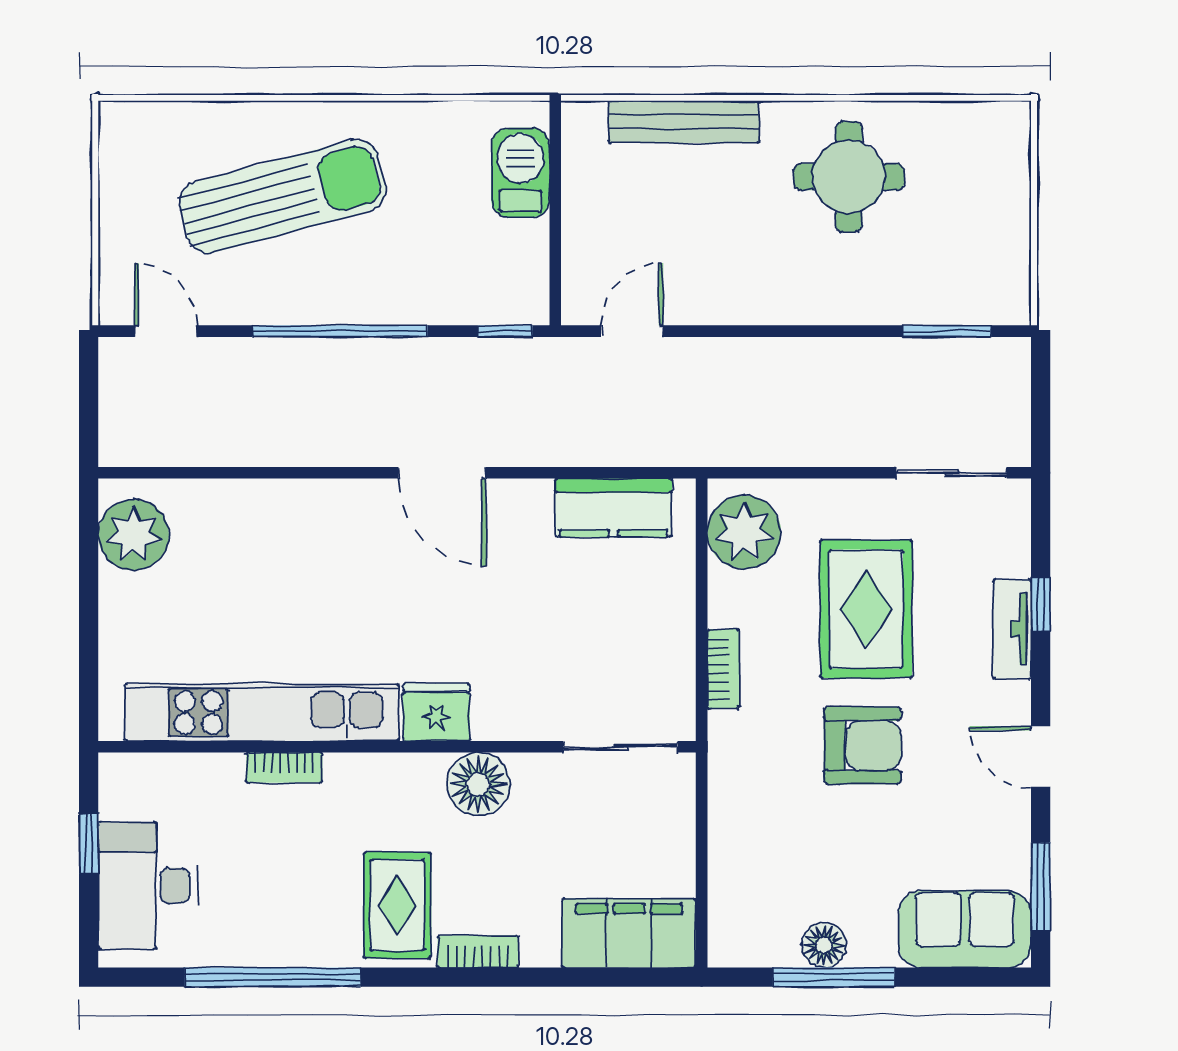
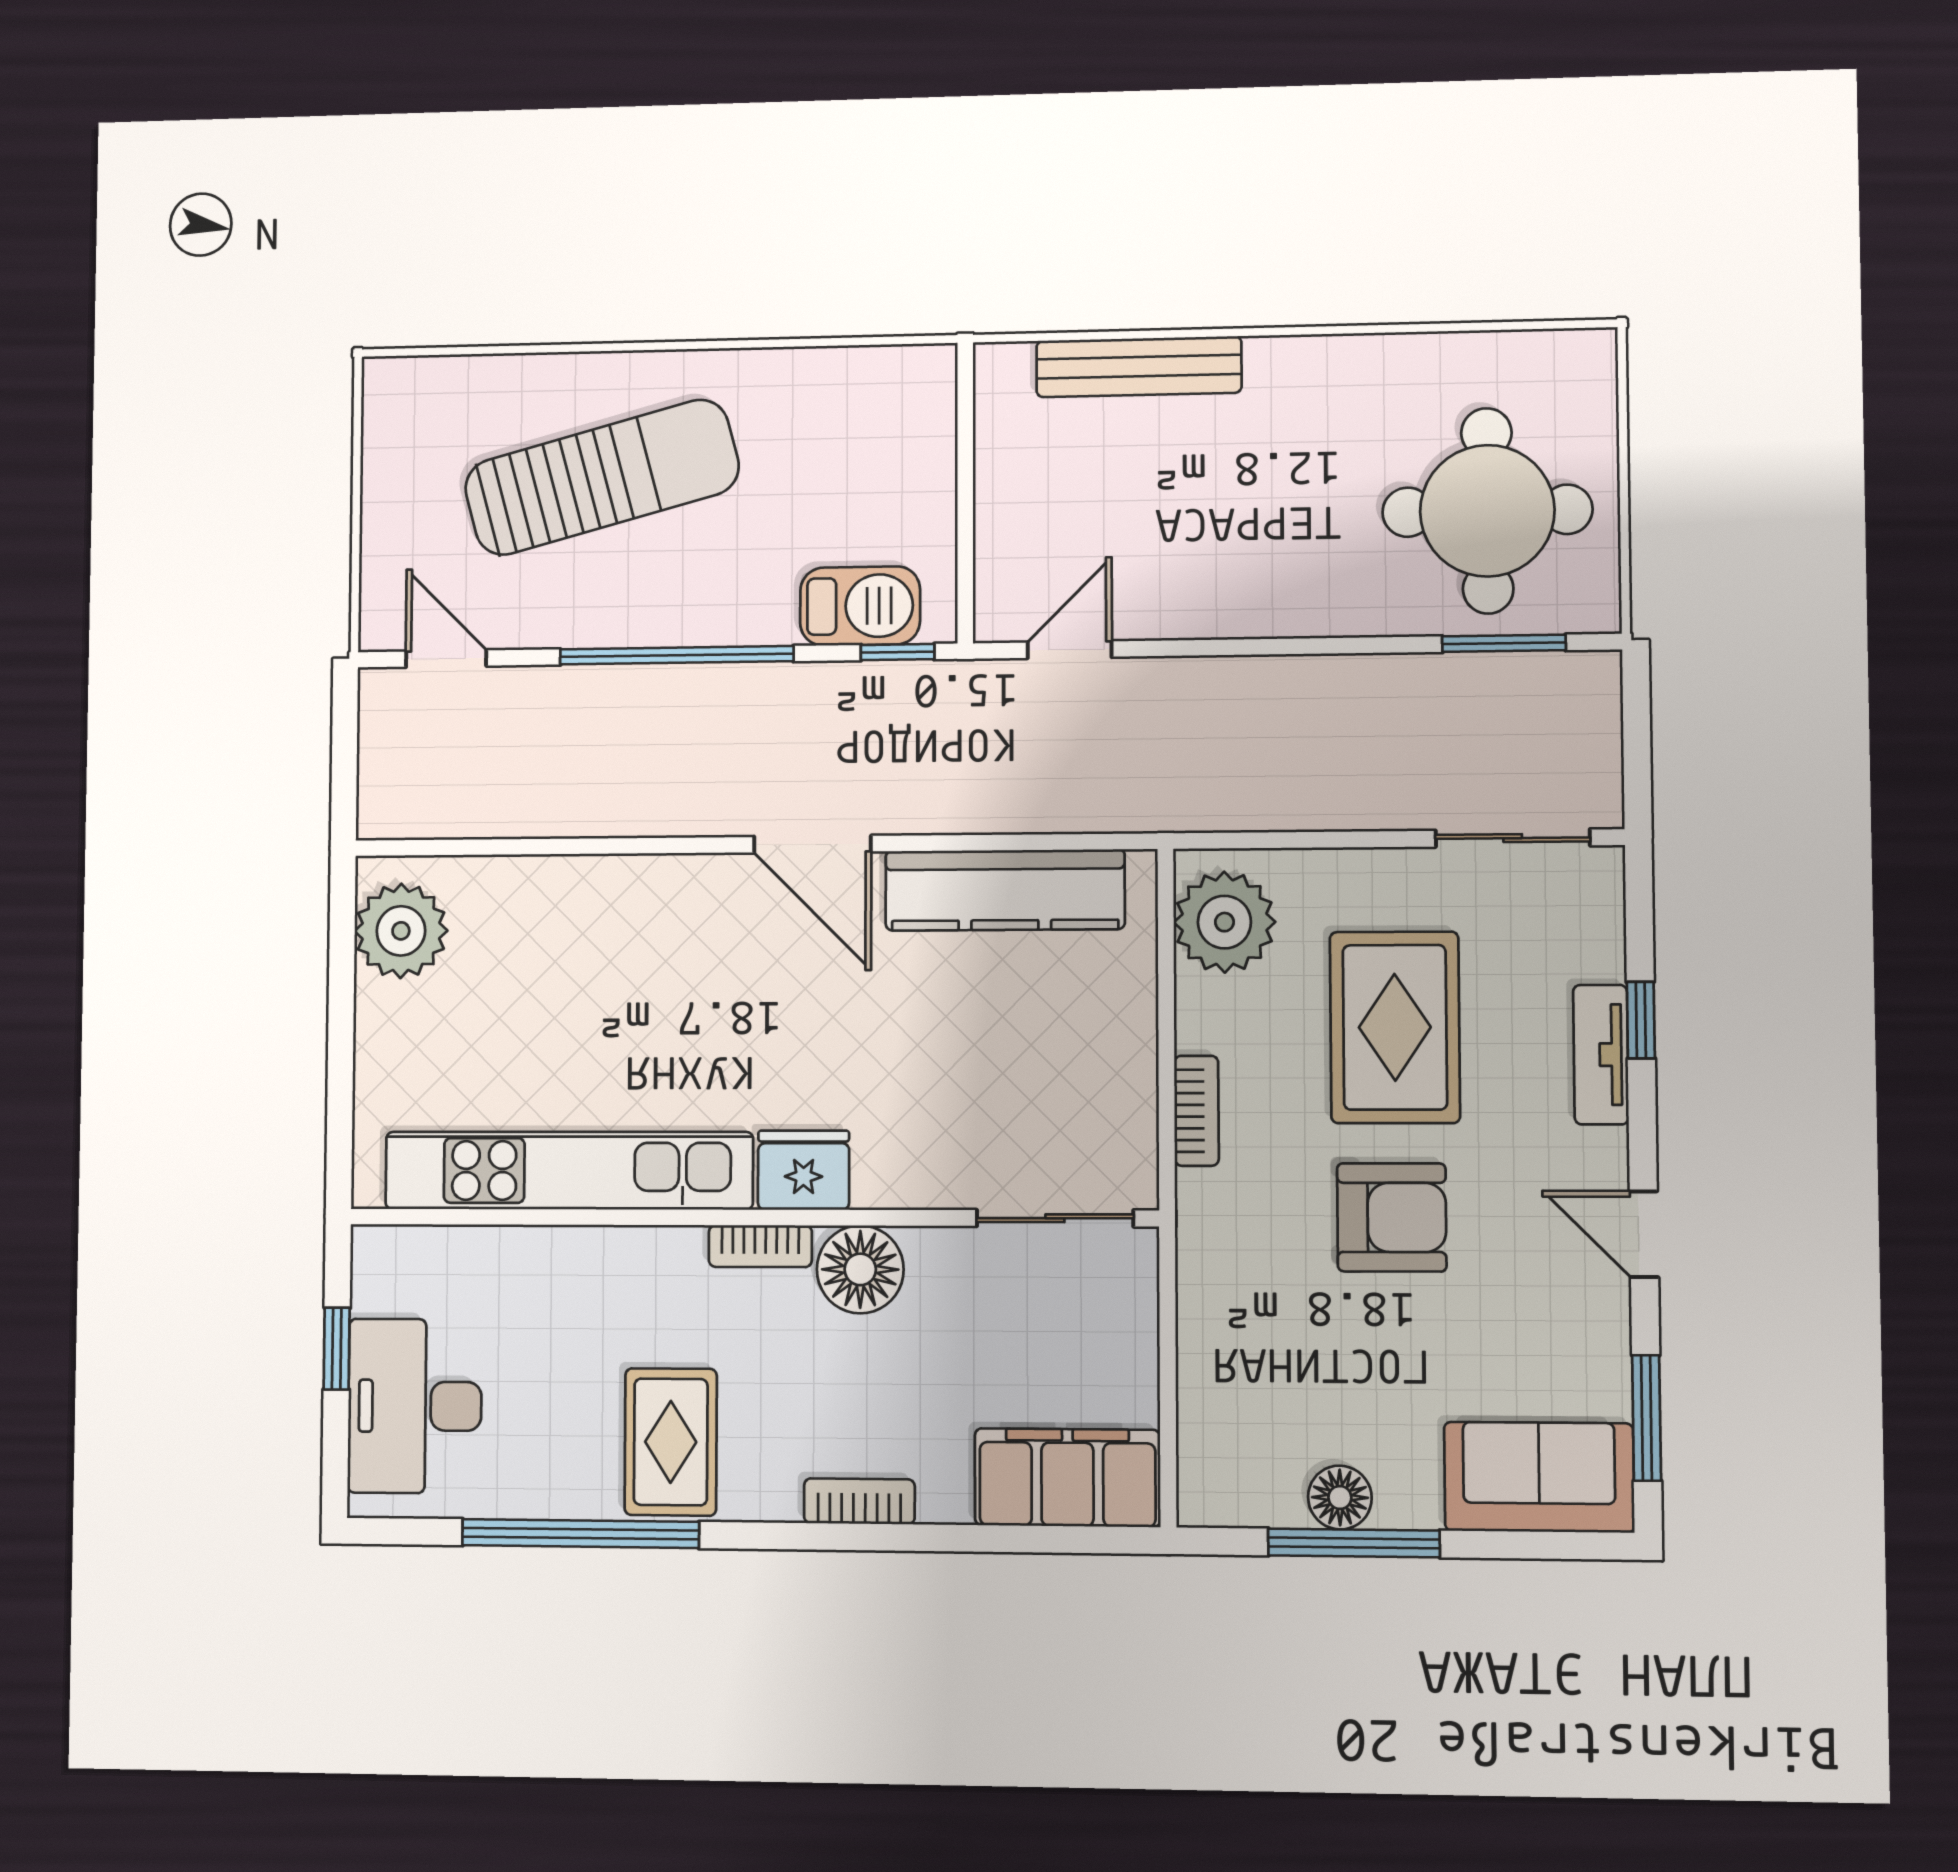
barbecue: (520, 173) -> (860, 606), moved, turned 90
round table: (849, 177) -> (1487, 511), moved, width x1.36, depth x1.36
kitchen counter: (613, 508) -> (1005, 890), width x1.50
bookcase: (284, 768) -> (760, 1246), moved
rug: (397, 905) -> (671, 1442), moved

